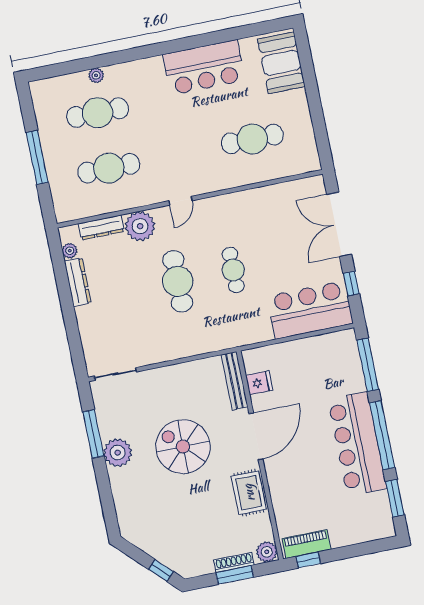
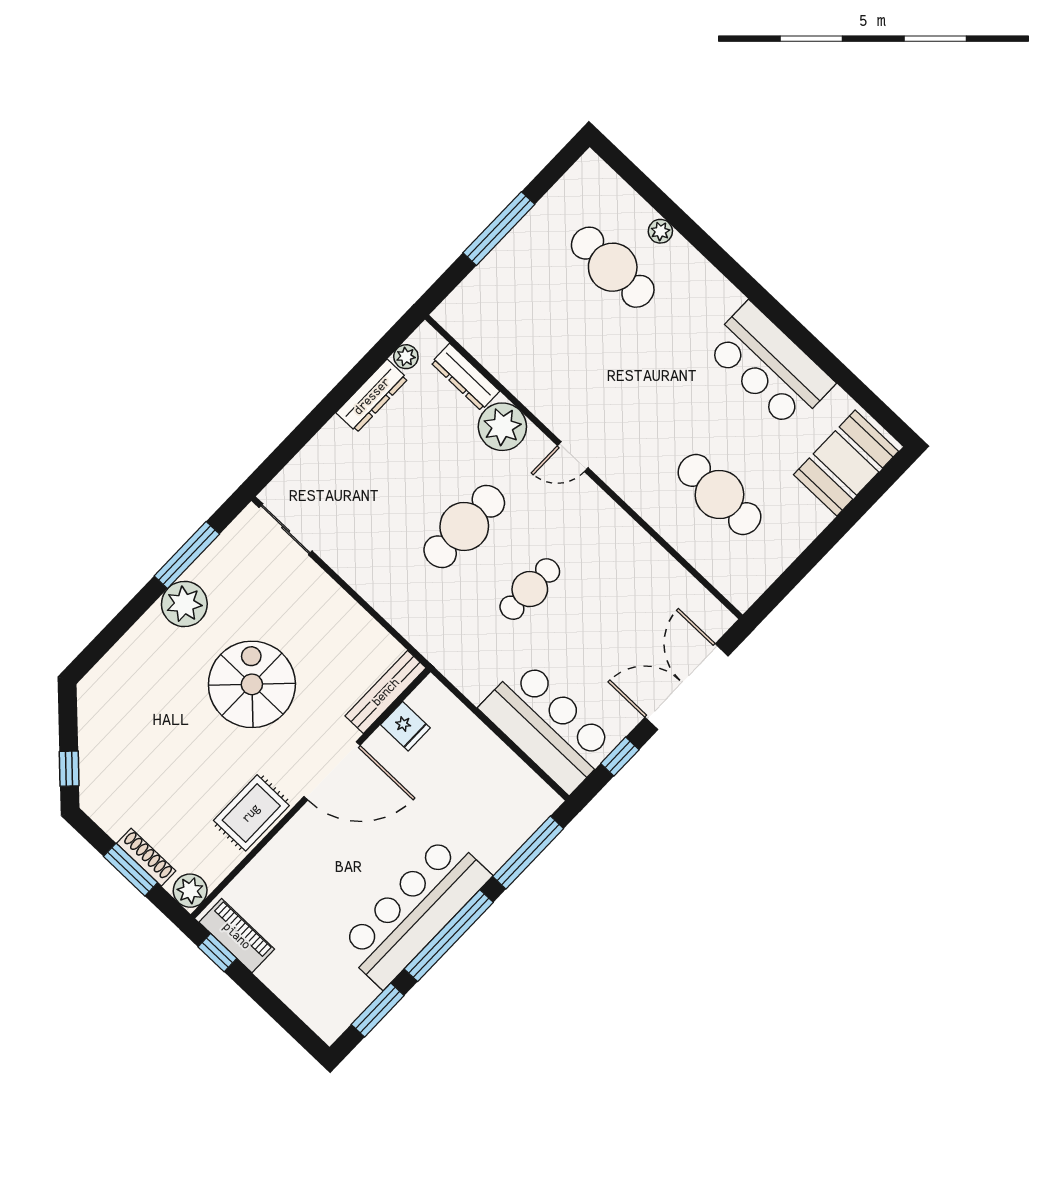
cafe table: (109, 168) -> (550, 333), removed

